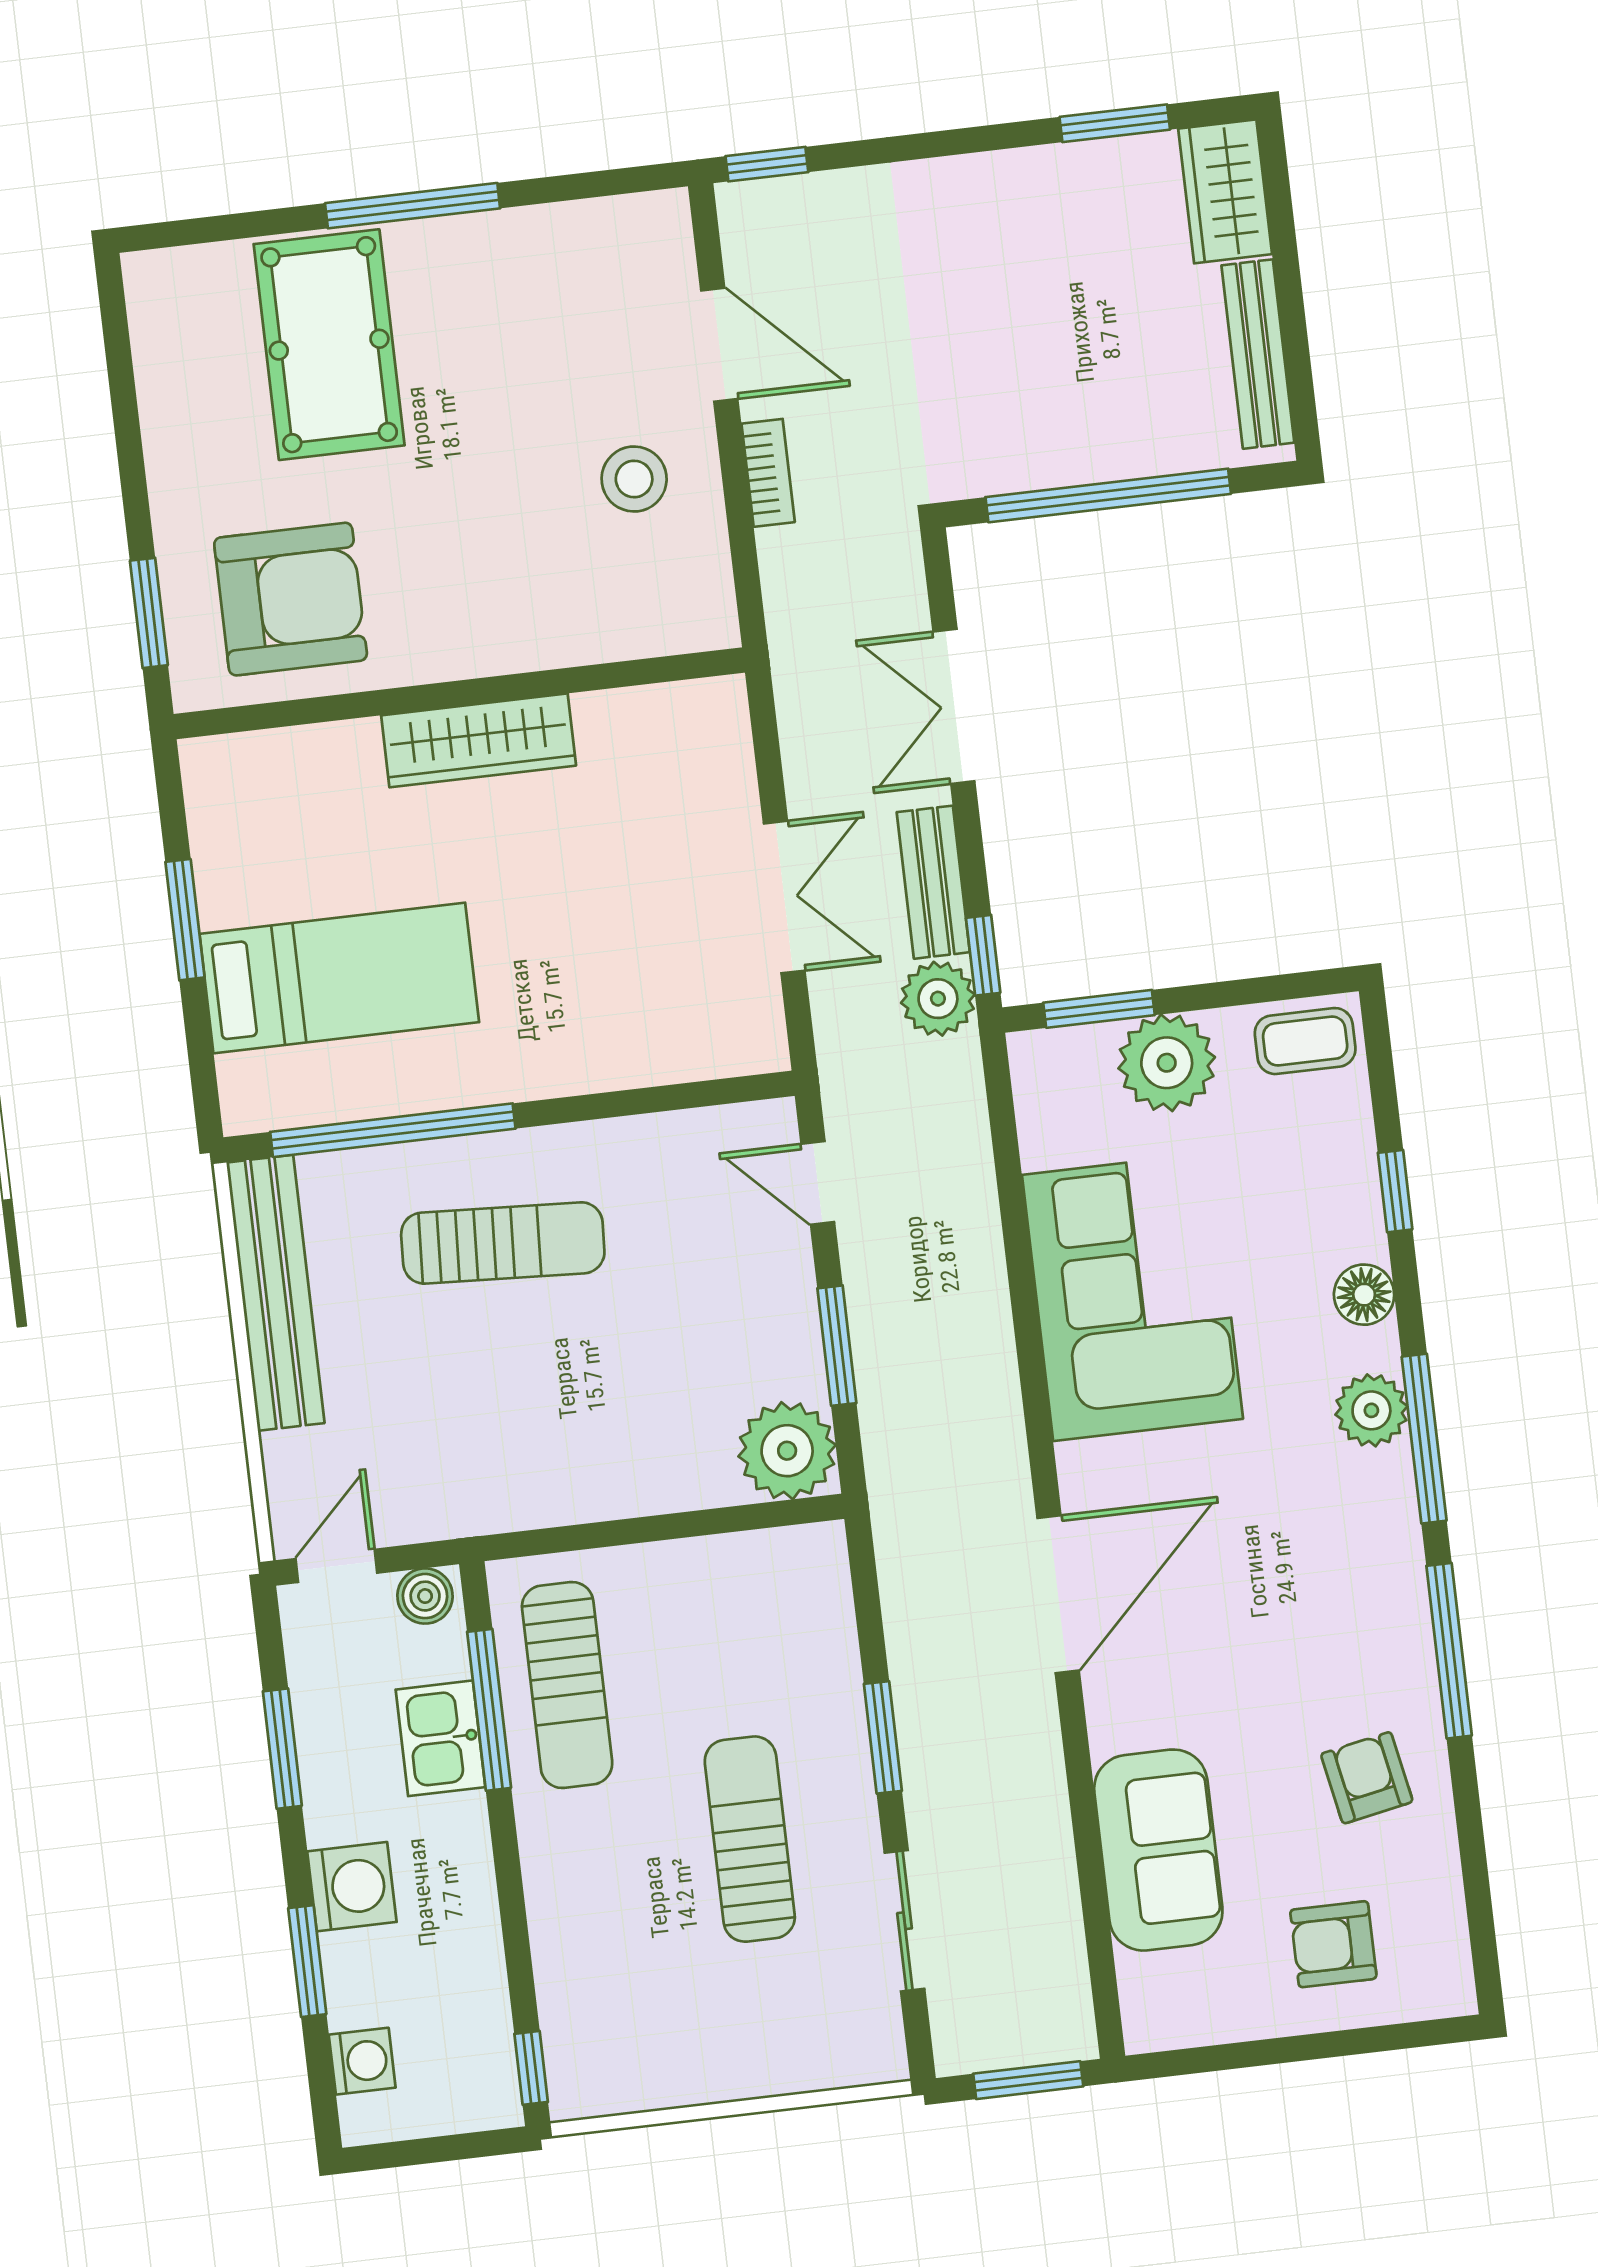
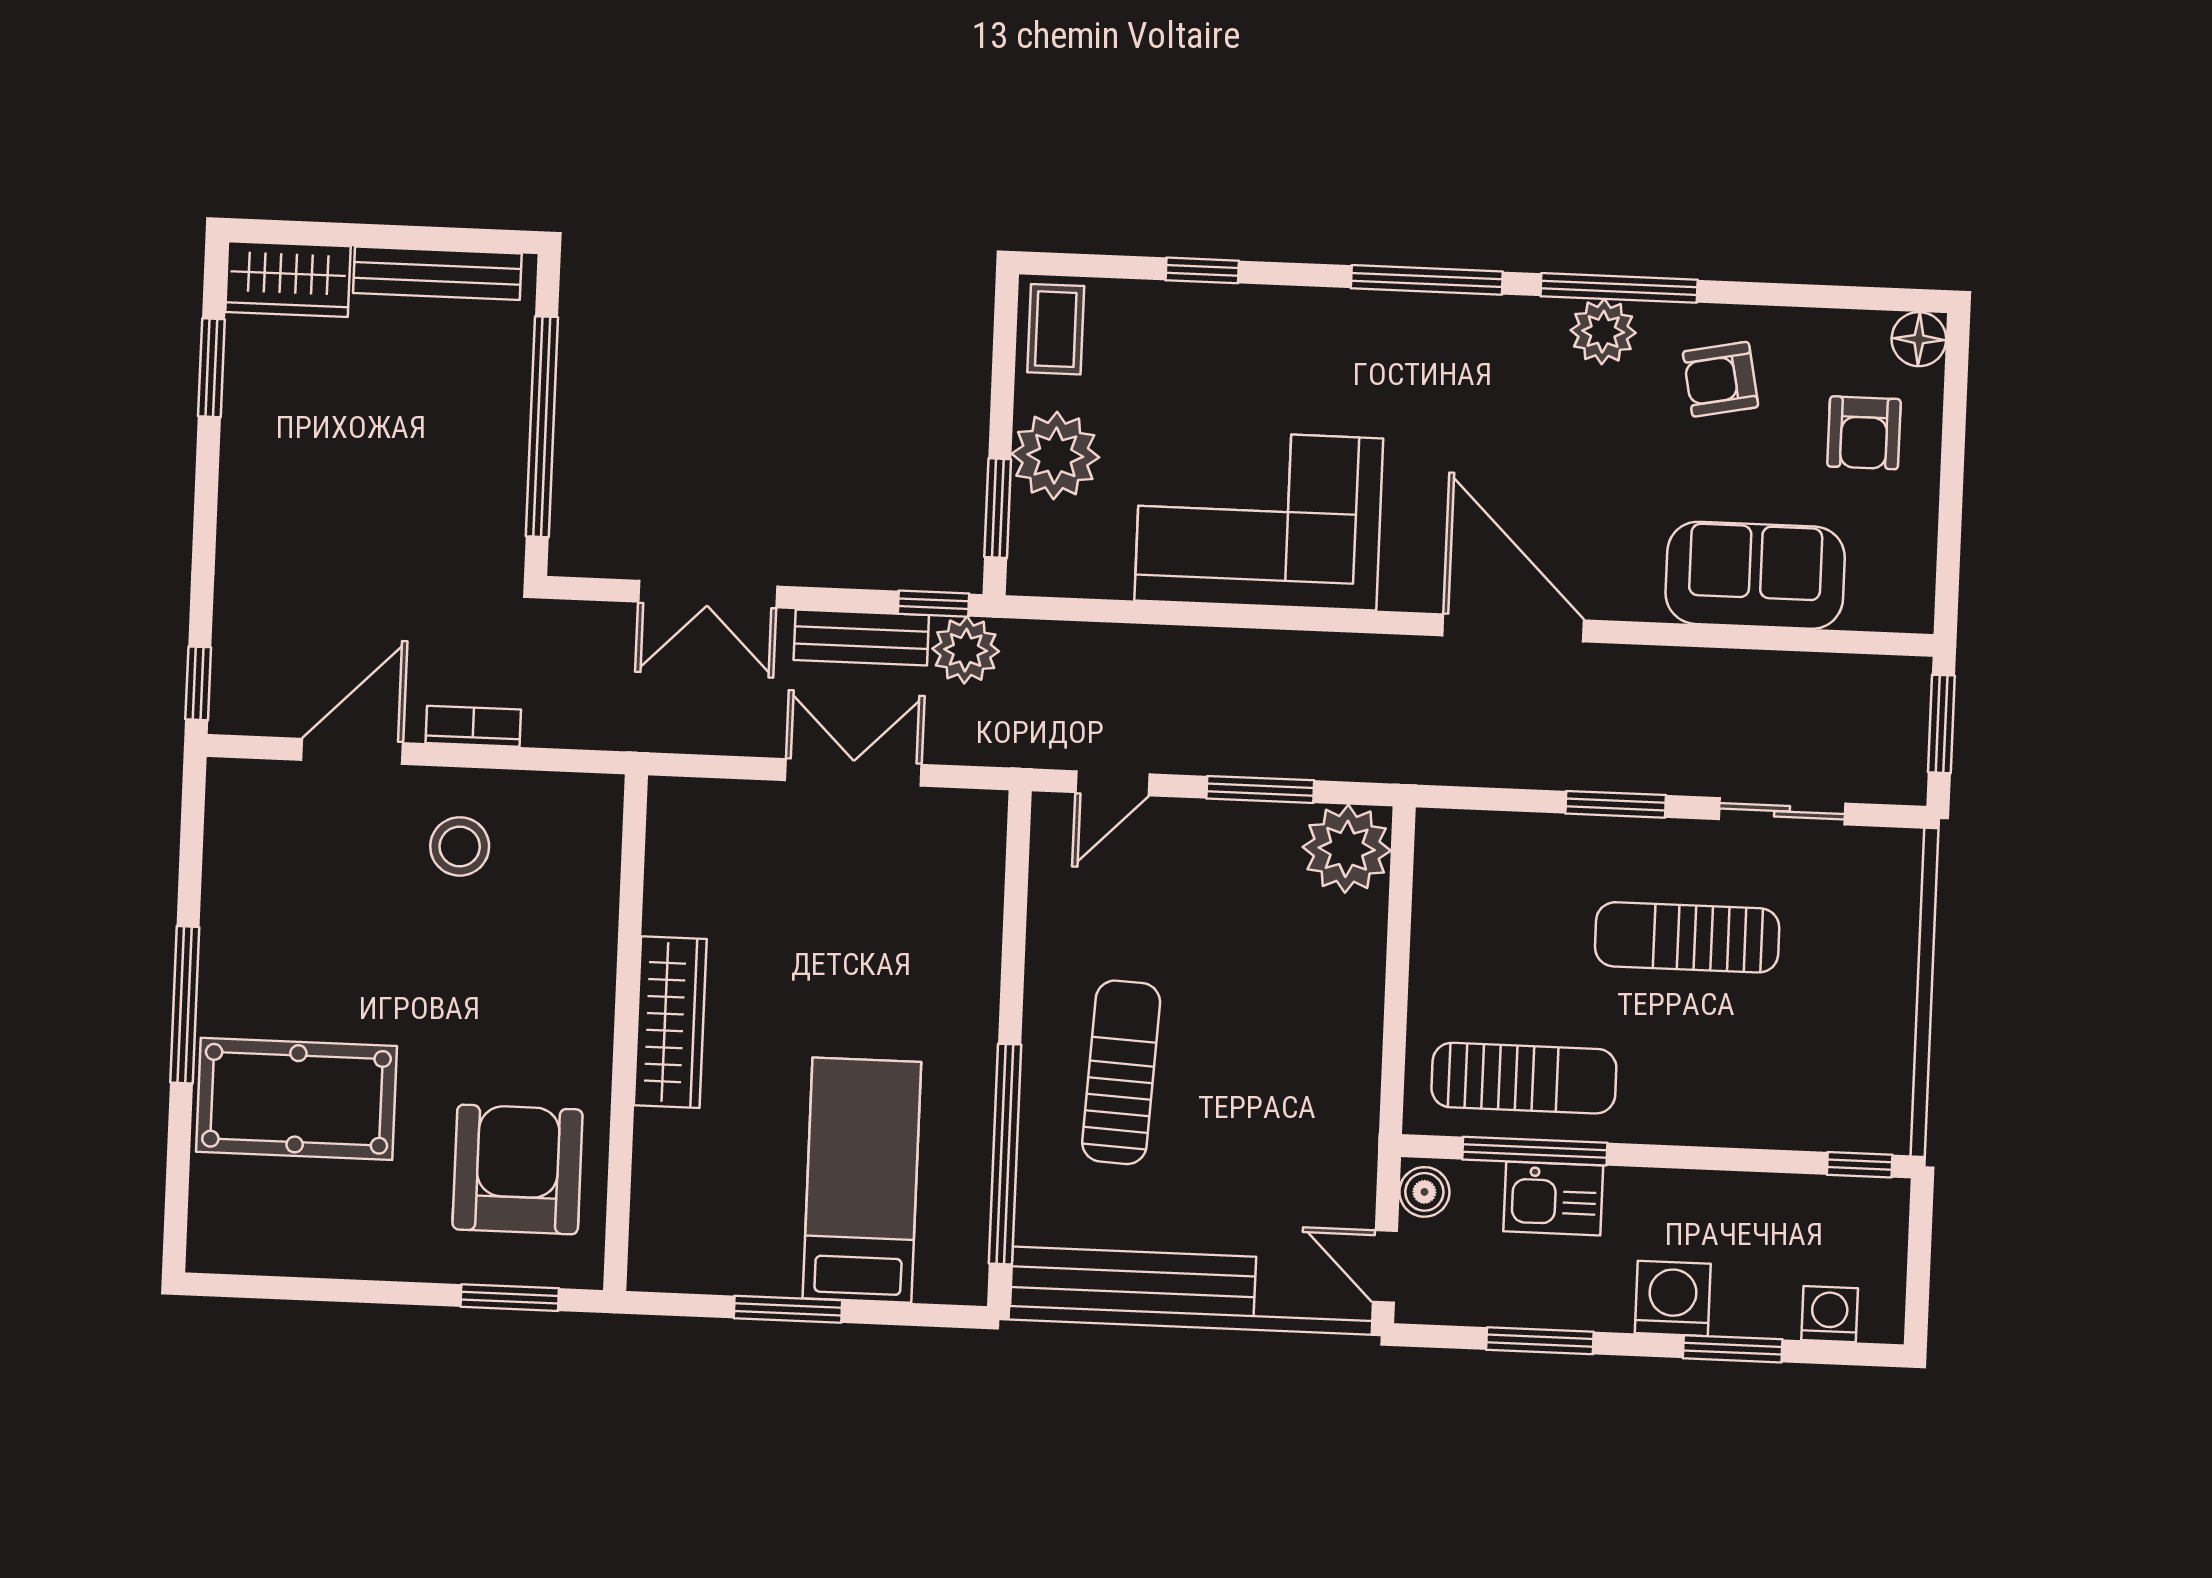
floor lamp: (1364, 1295) -> (1919, 339), moved
plant: (1371, 1410) -> (1603, 332), moved

